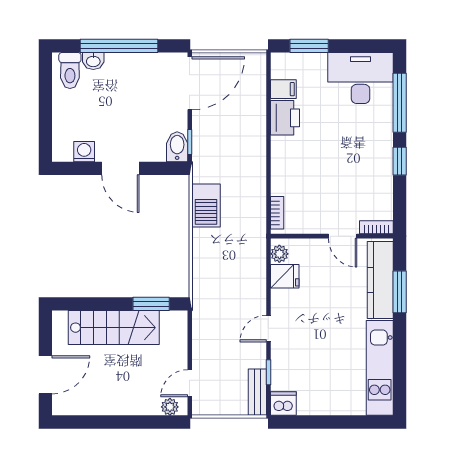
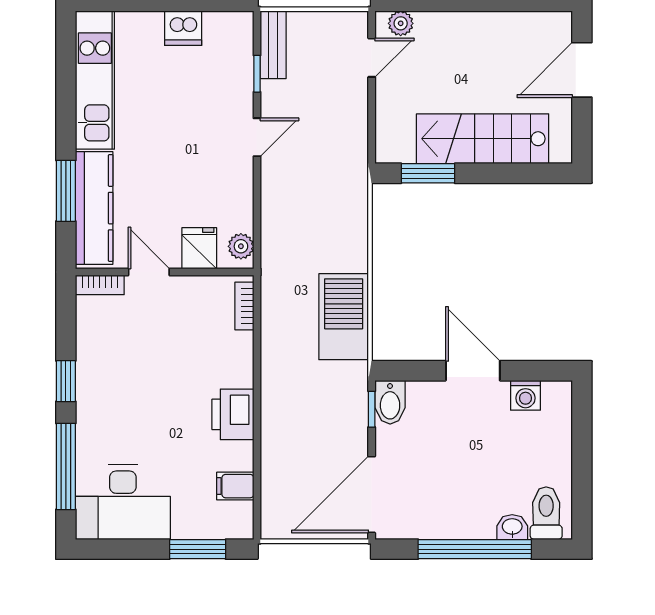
printer: (285, 118) -> (233, 414), moved
barbecue: (206, 205) -> (344, 317), width x1.37, depth x1.21
fridge: (285, 276) -> (199, 248), moved, turned 90
dishwasher: (283, 404) -> (183, 28), moved

